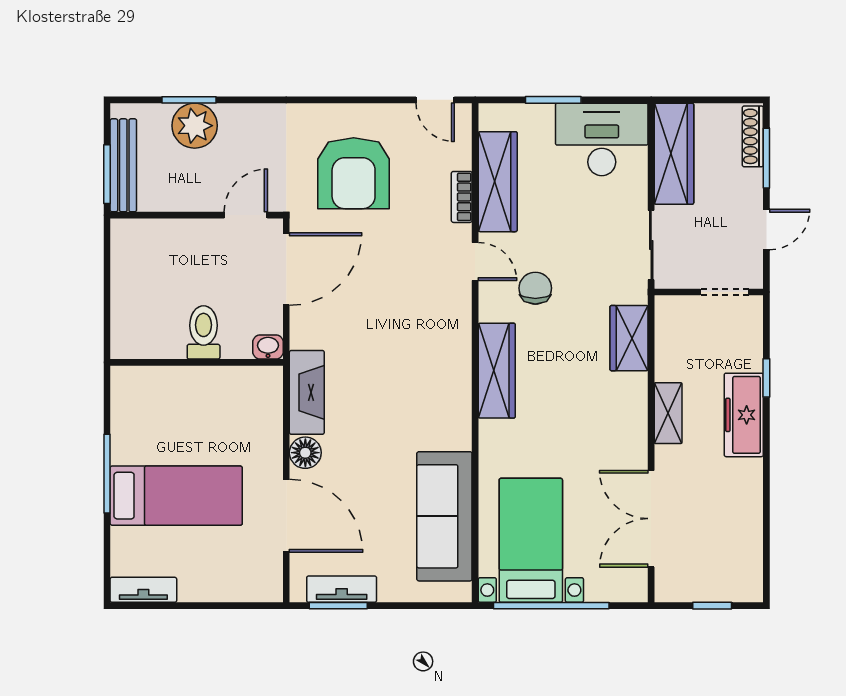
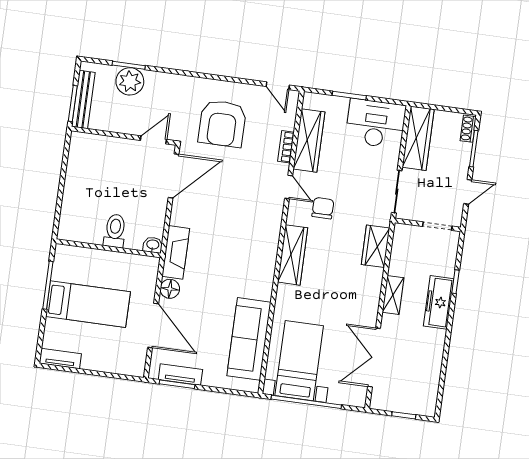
shoe rack: (753, 136) -> (468, 129), width x0.70
toilet: (204, 332) -> (115, 231), moved
washbasin: (268, 347) -> (153, 245), moved
wall: (197, 362) -> (108, 248), moved

